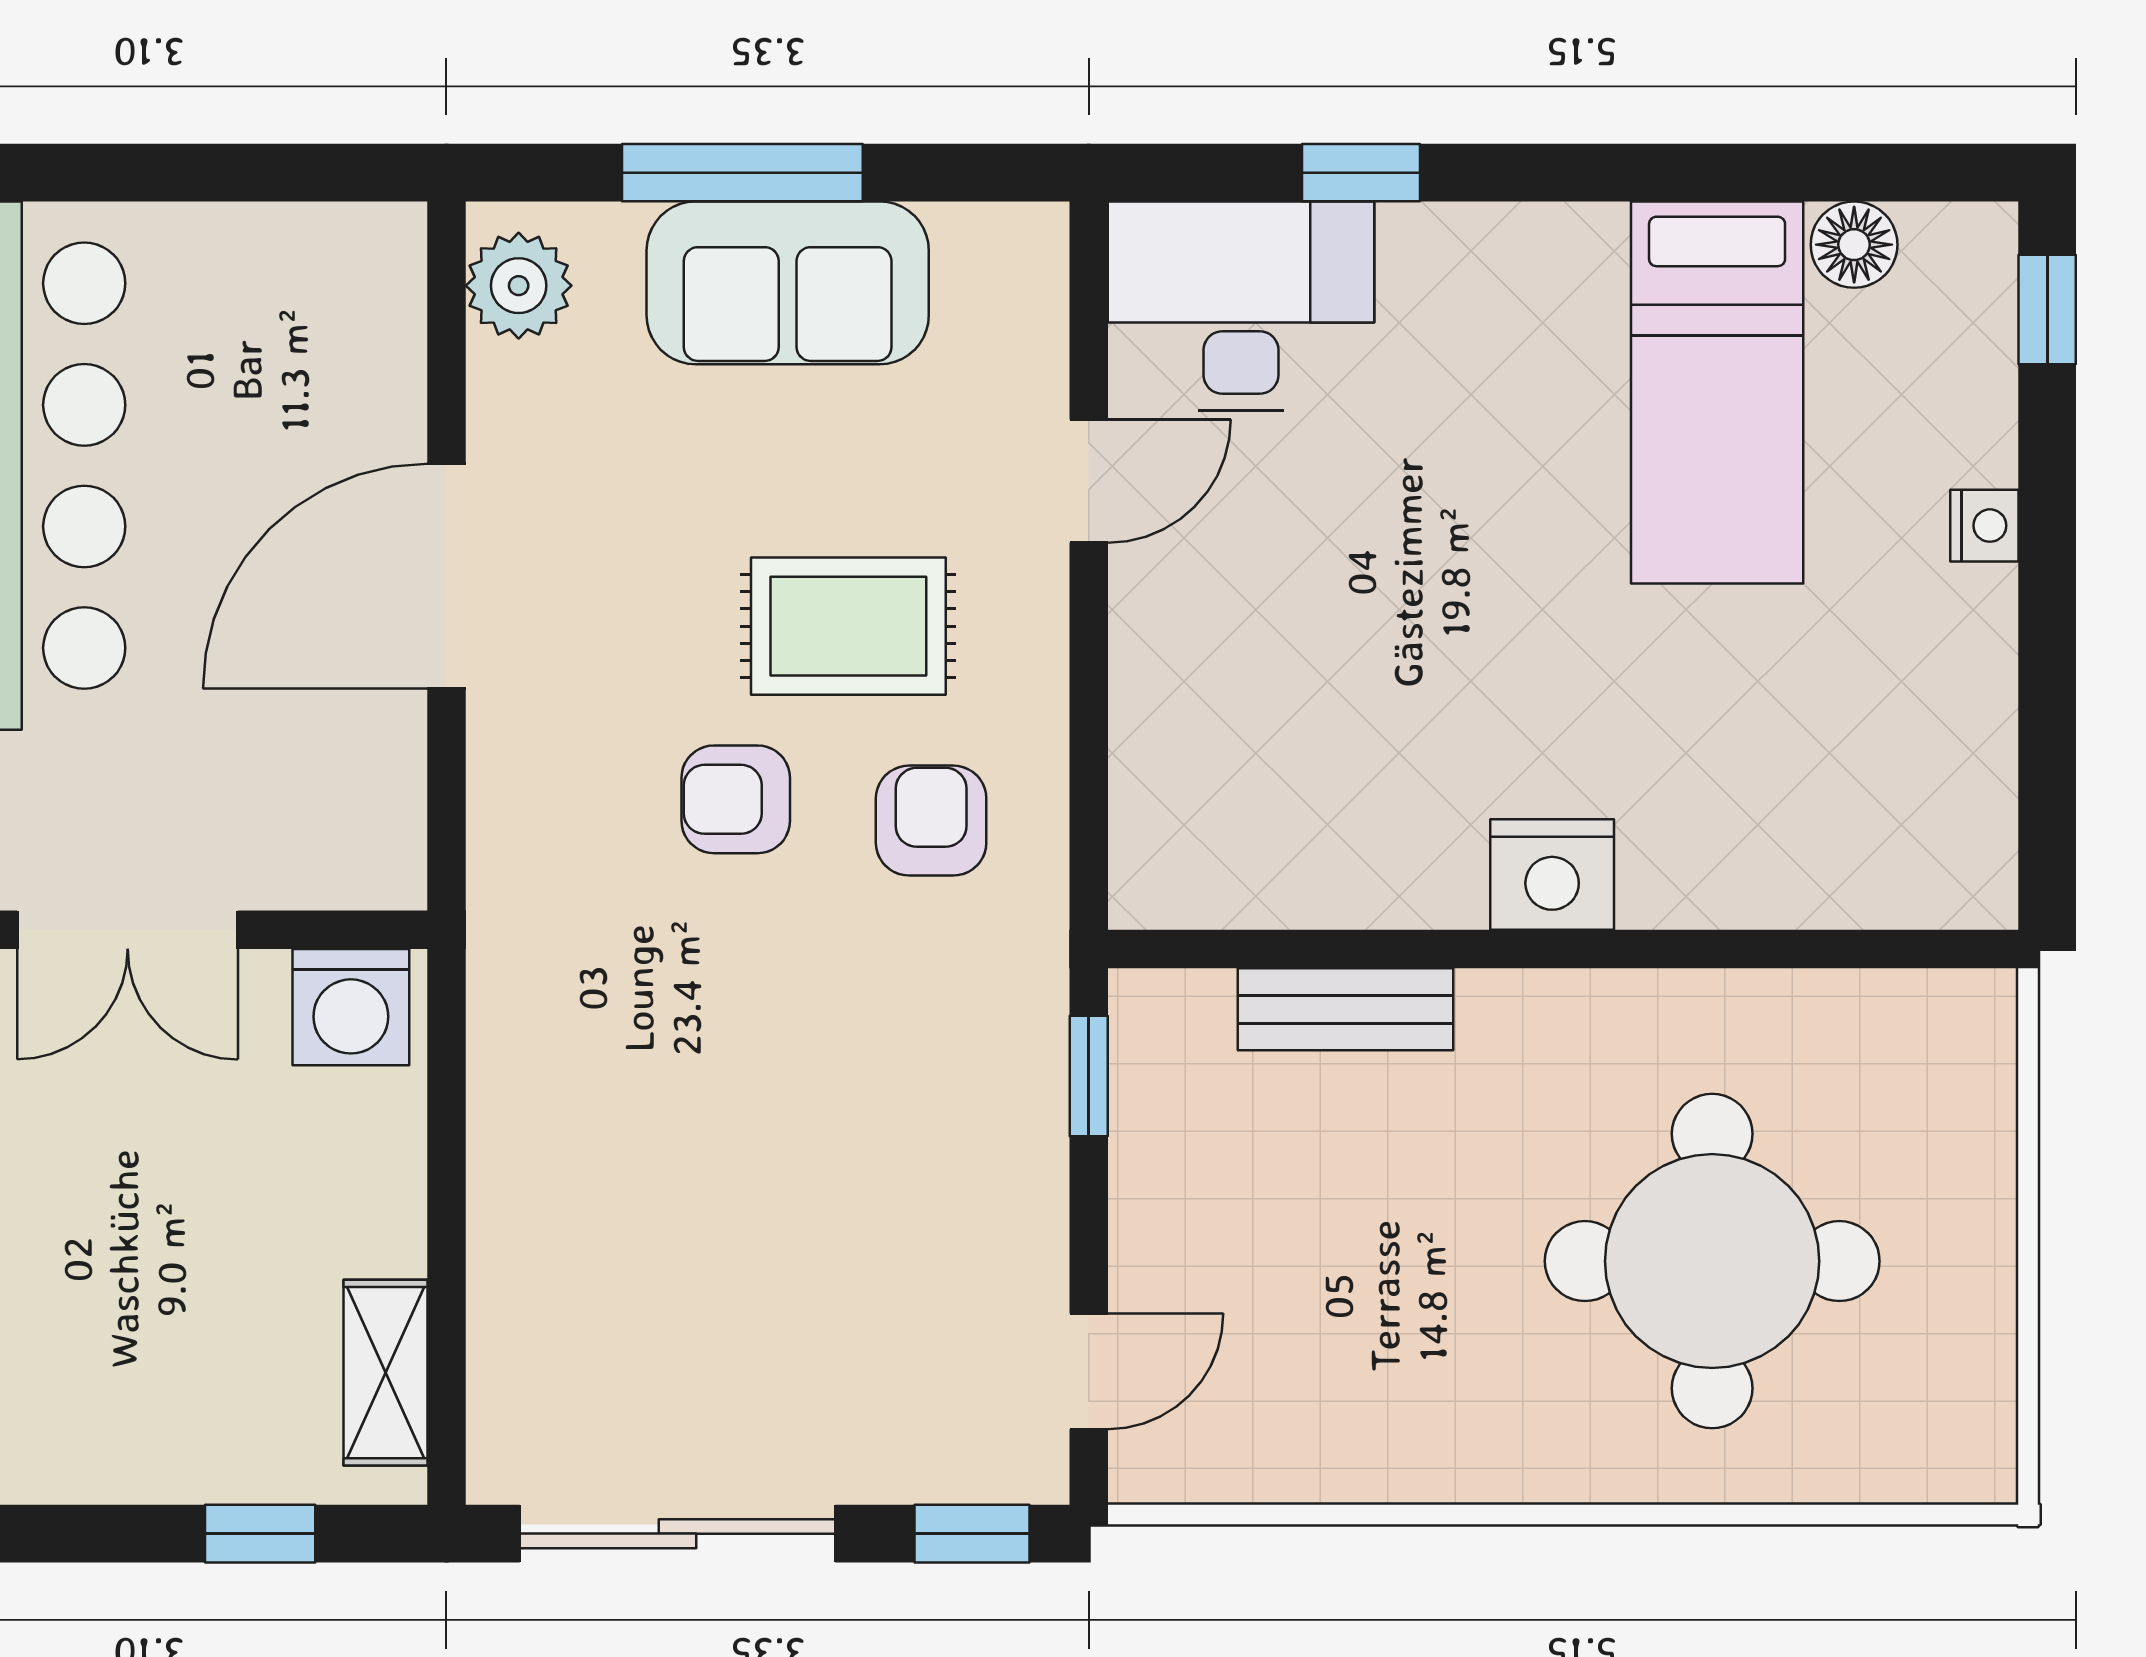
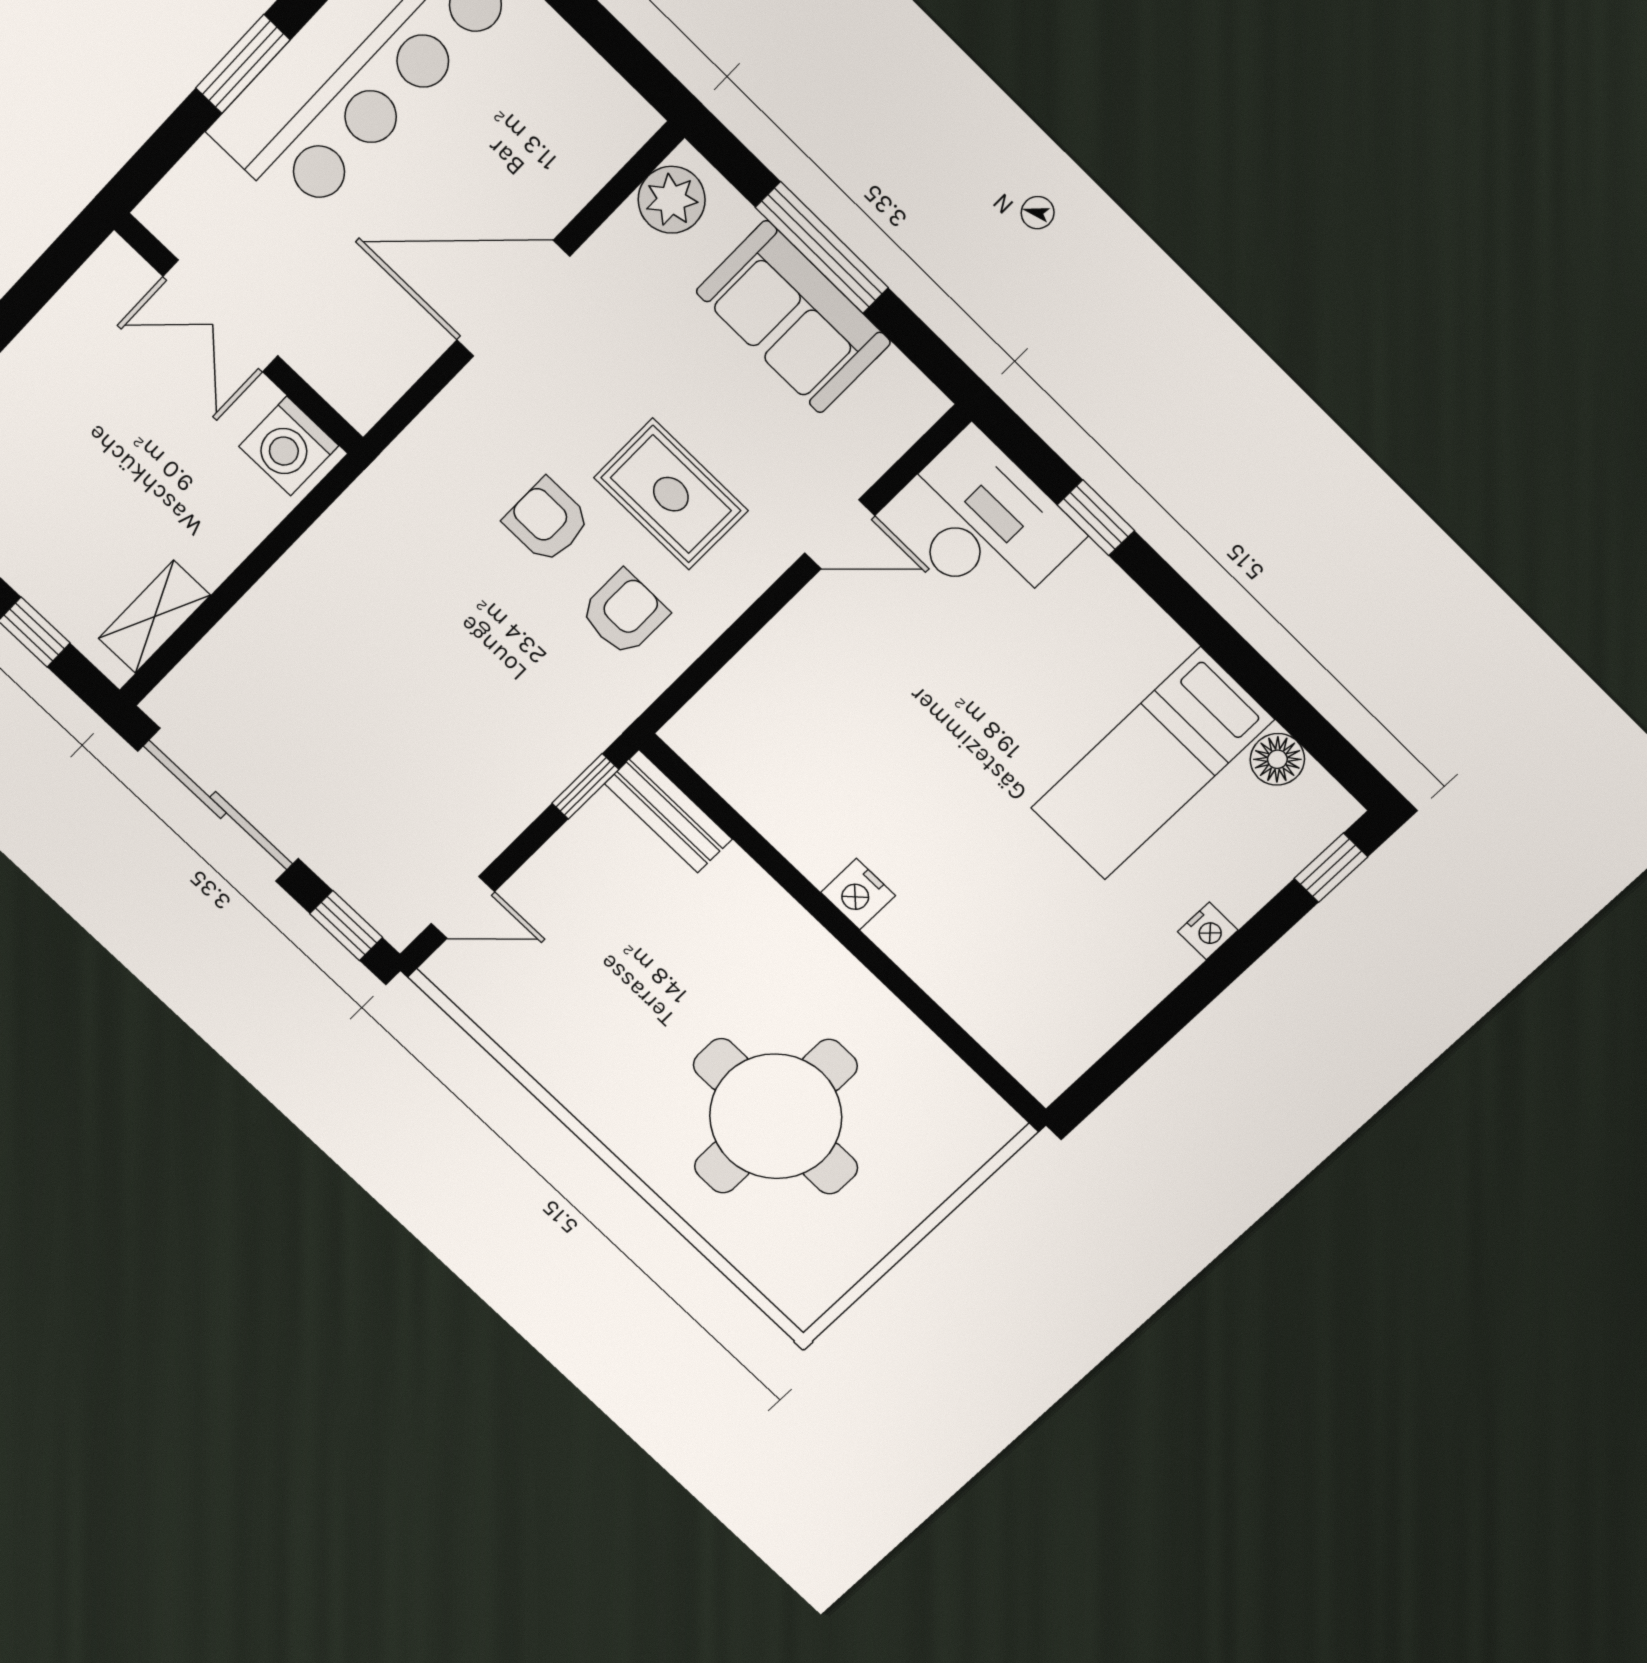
nightstand: (1552, 874) -> (858, 894), width x0.74, depth x0.75
bench: (1346, 1009) -> (668, 811), moved

